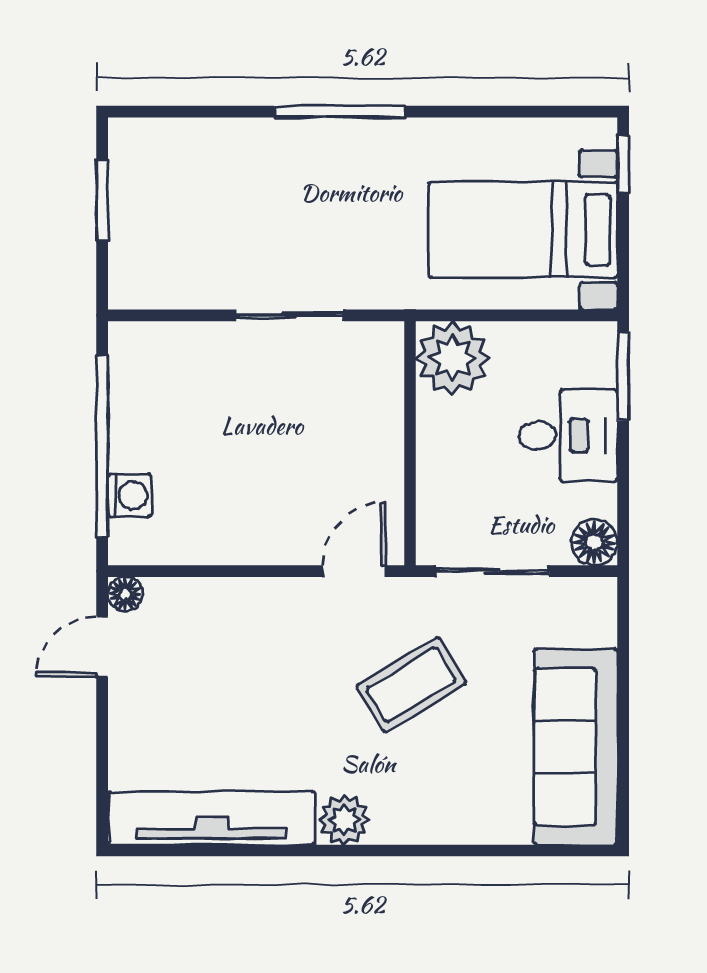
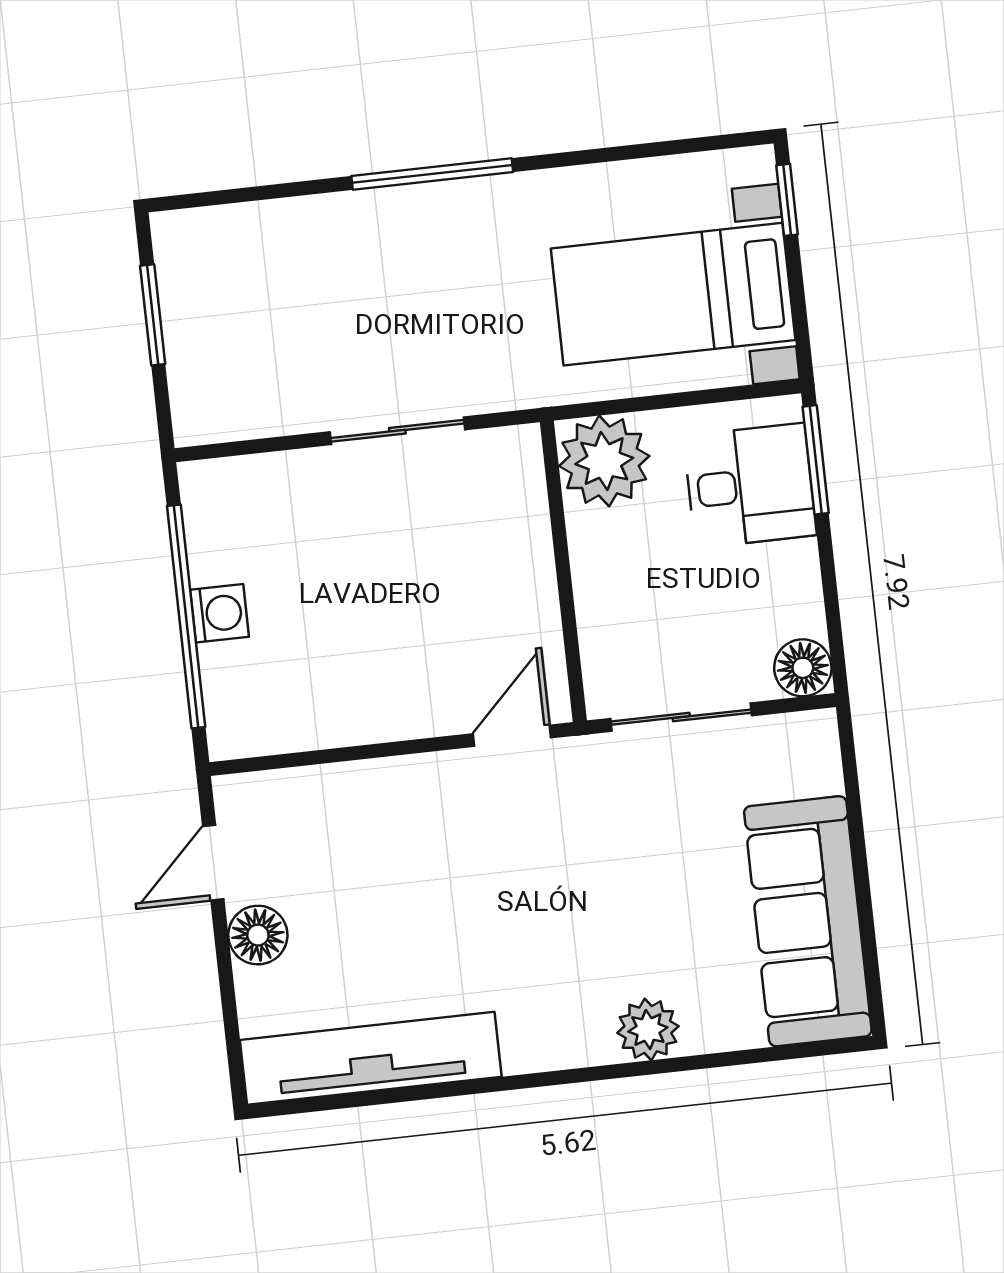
desk: (568, 435) -> (750, 486), moved
washing machine: (129, 495) -> (220, 613), moved
floor lamp: (125, 594) -> (258, 935), moved, width x1.37, depth x1.37
coffee table: (411, 685) -> (598, 867), removed
plant: (344, 820) -> (648, 1029), moved

